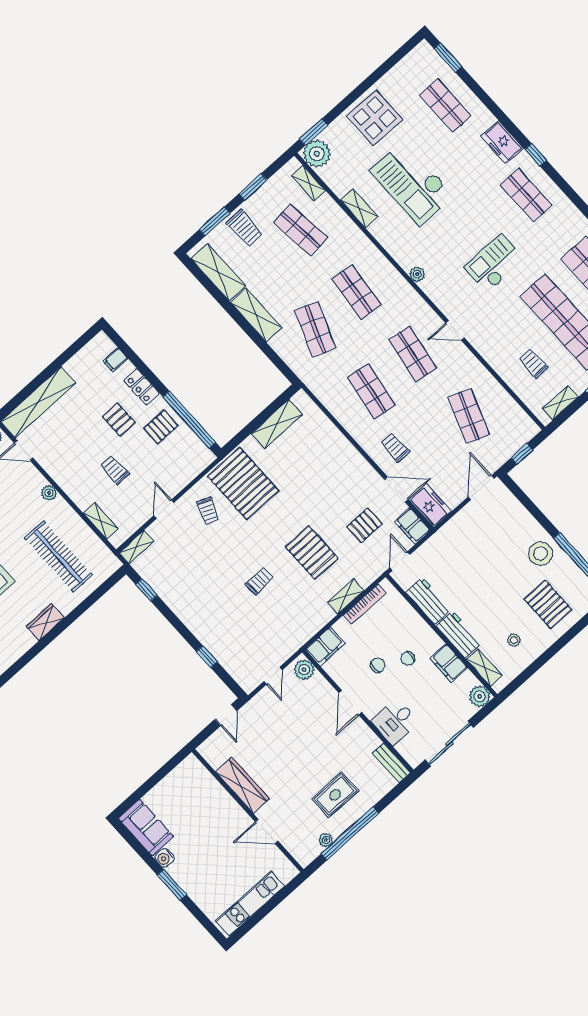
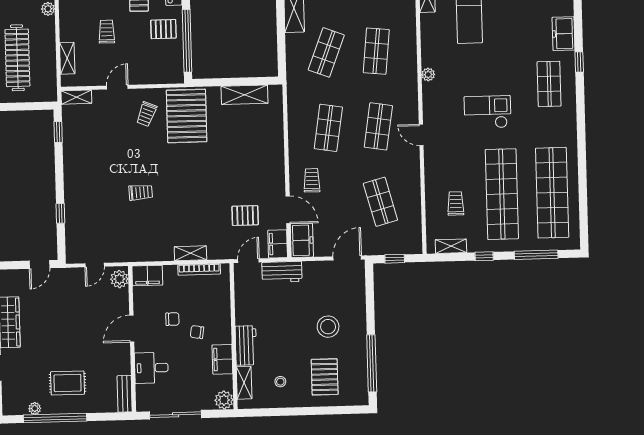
shop shelf: (469, 416) -> (380, 202), turned -36
pallet: (312, 553) -> (193, 203), removed
stool: (541, 554) -> (328, 327), moved
workbench: (428, 601) -> (282, 272), moved, turned 90

